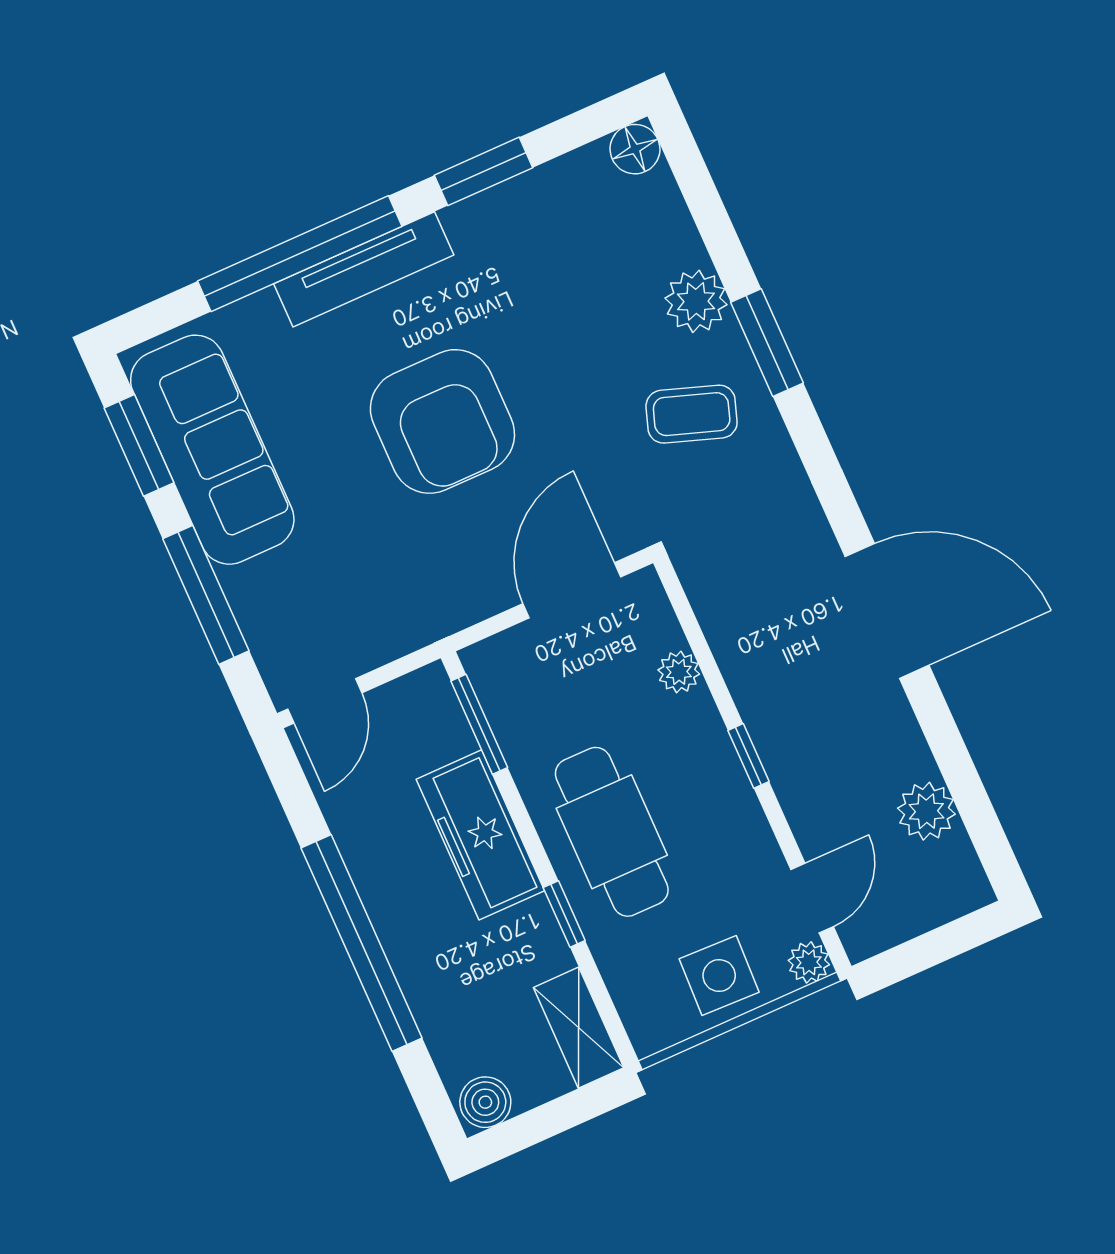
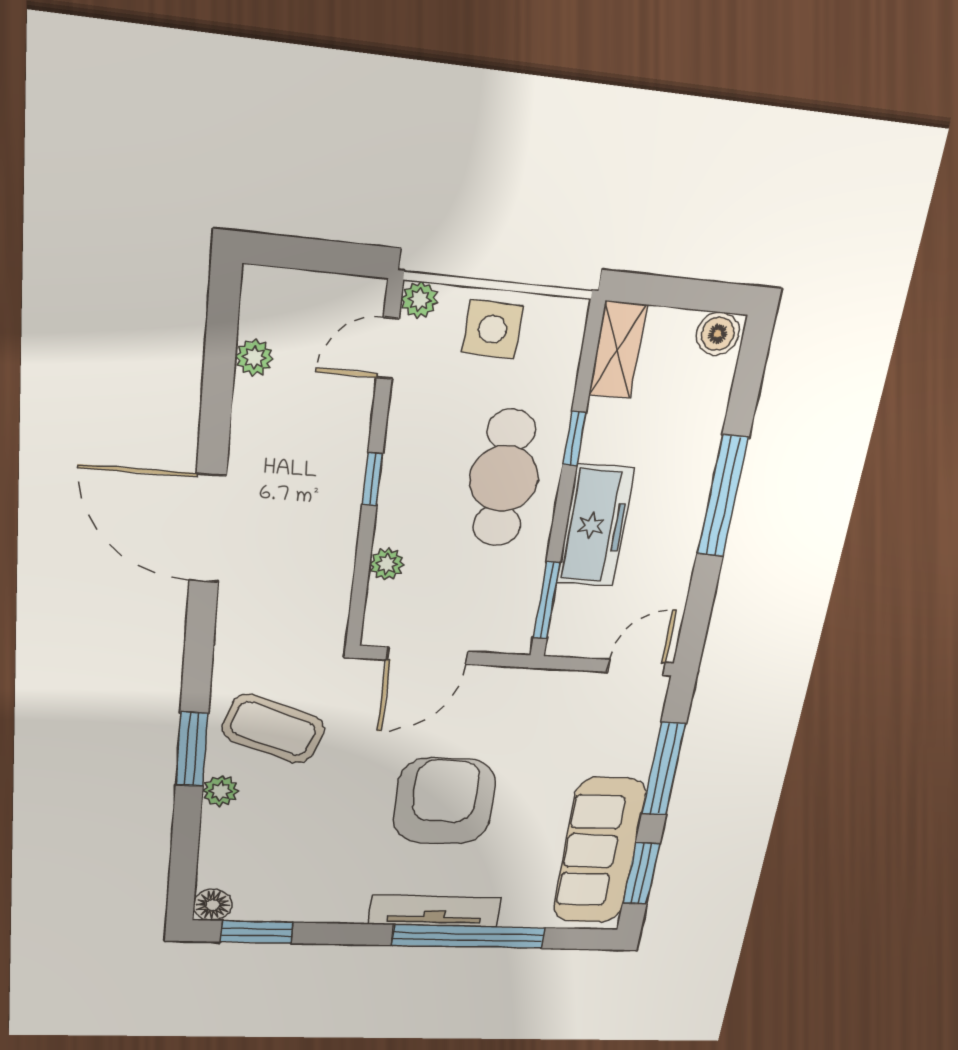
window: (484, 171) -> (257, 932), moved
plant: (696, 301) -> (220, 791), width x0.73, depth x0.73
coffee table: (692, 414) -> (273, 729), width x1.36, depth x1.30
plant: (926, 811) -> (254, 358), width x0.73, depth x0.73
window: (362, 943) -> (723, 496), width x0.68

